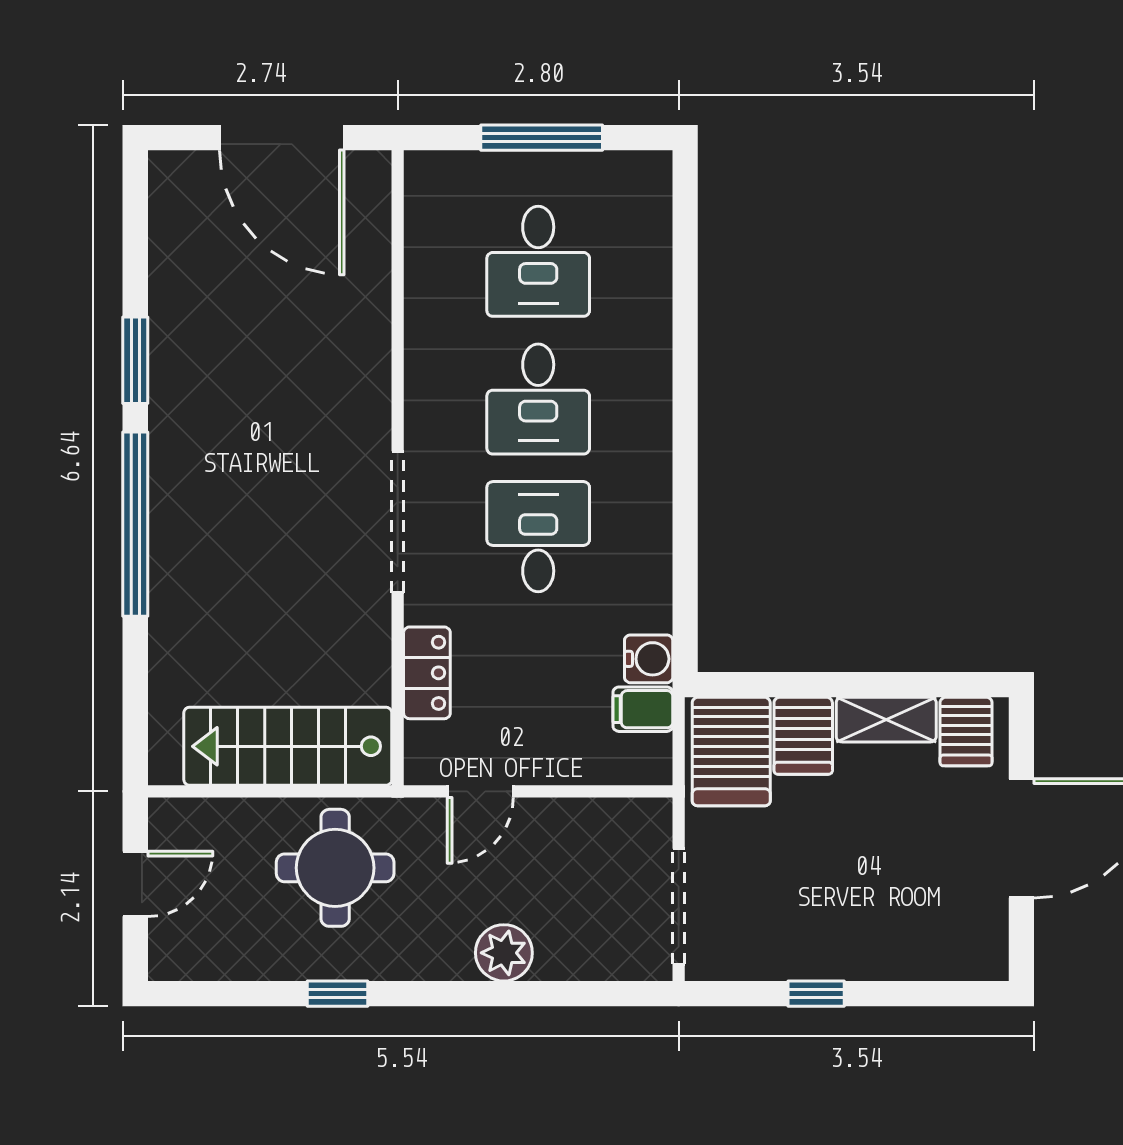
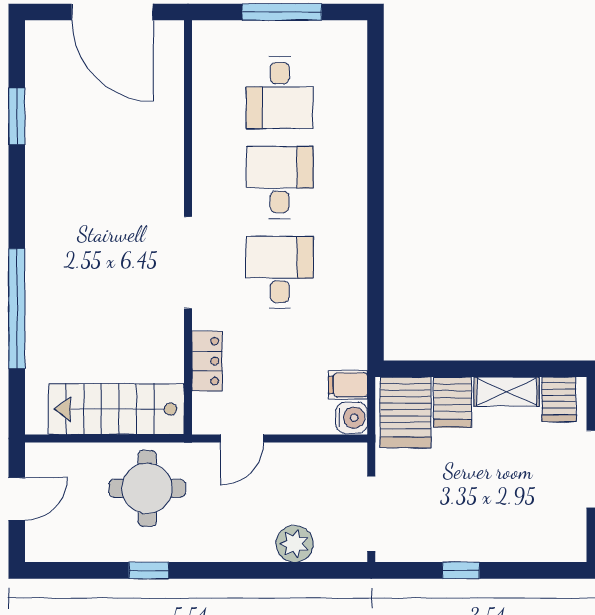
window: (135, 360) -> (17, 116), moved
desk: (538, 399) -> (280, 182), turned 180
window: (135, 524) -> (17, 309), moved
water cooler: (649, 659) -> (352, 418), moved
plant: (504, 953) -> (295, 544), moved

